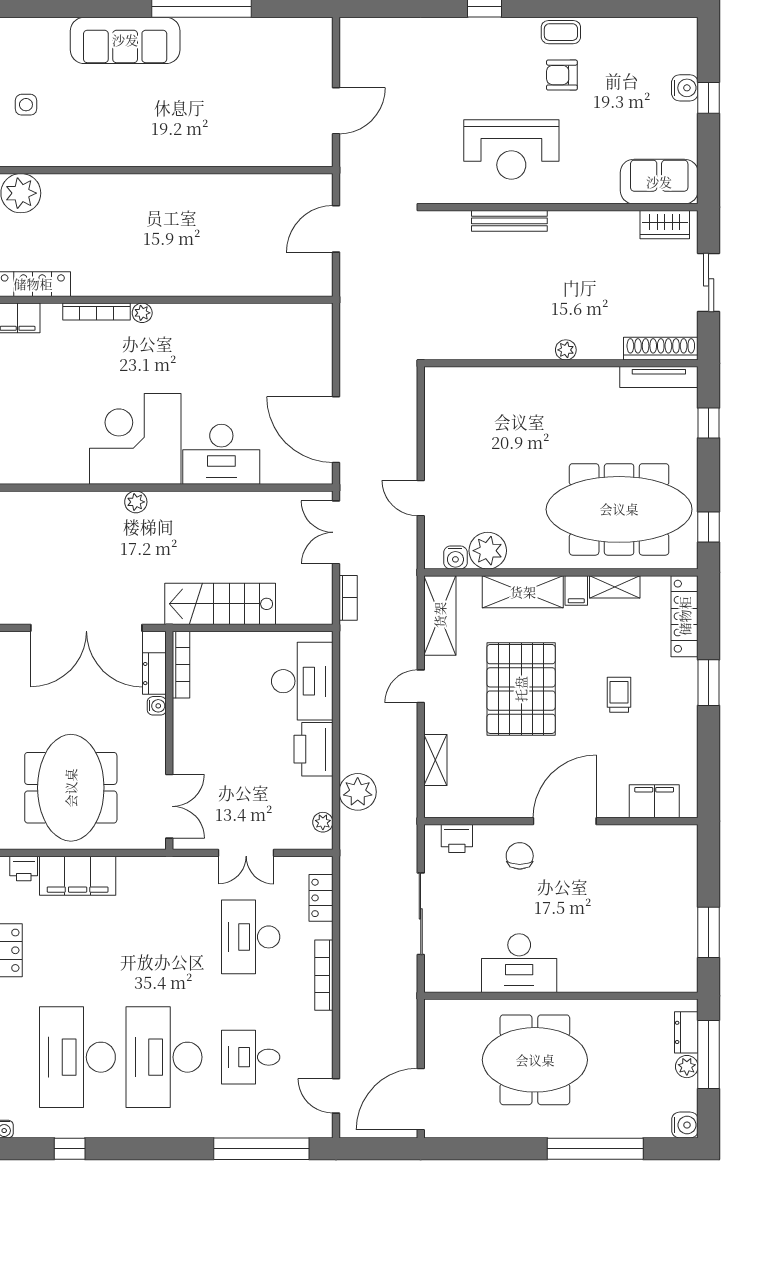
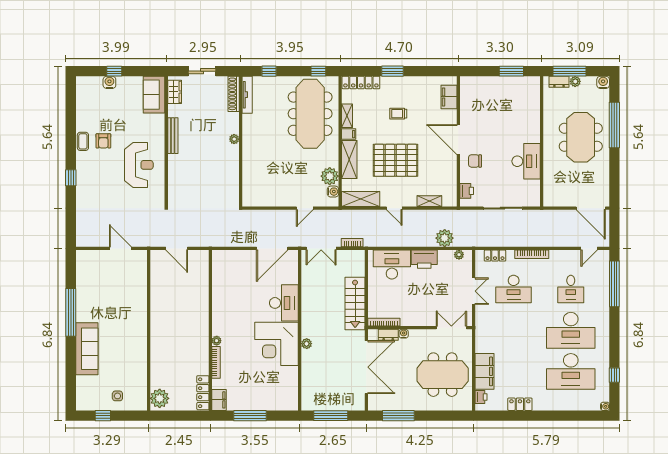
bench: (509, 221) -> (173, 136), moved
meeting table: (535, 1060) -> (581, 137), moved

